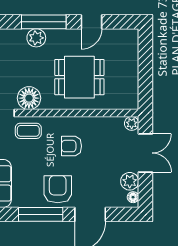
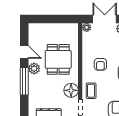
plant: (36, 38) -> (34, 69), moved

